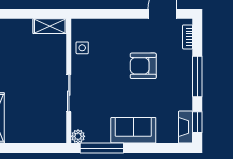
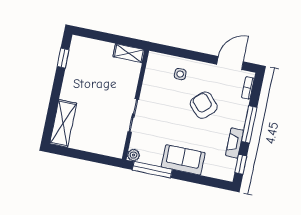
side table: (82, 48) -> (180, 74), moved
armchair: (143, 66) -> (204, 105), turned 46
fireplace: (186, 127) -> (235, 143), moved

